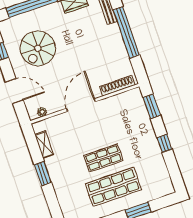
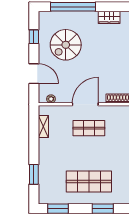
shop shelf: (103, 158) -> (89, 128), moved
window: (43, 174) -> (34, 174), moved

